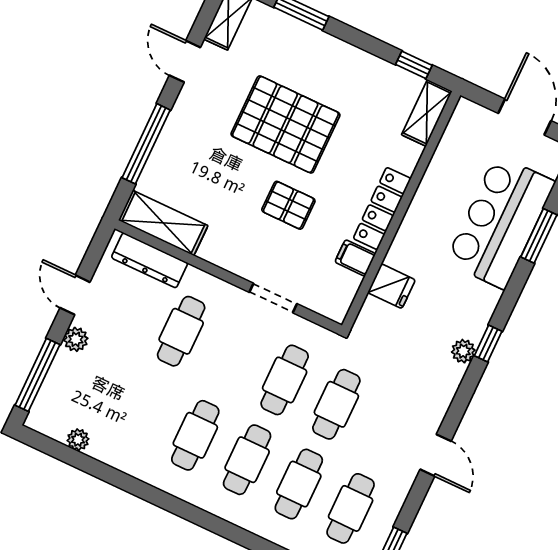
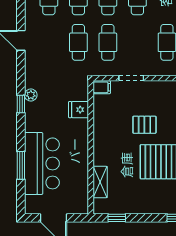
shelving: (427, 113) -> (100, 182), moved
locker: (382, 208) -> (100, 144), removed
filing cabinet: (355, 258) -> (102, 87), moved

